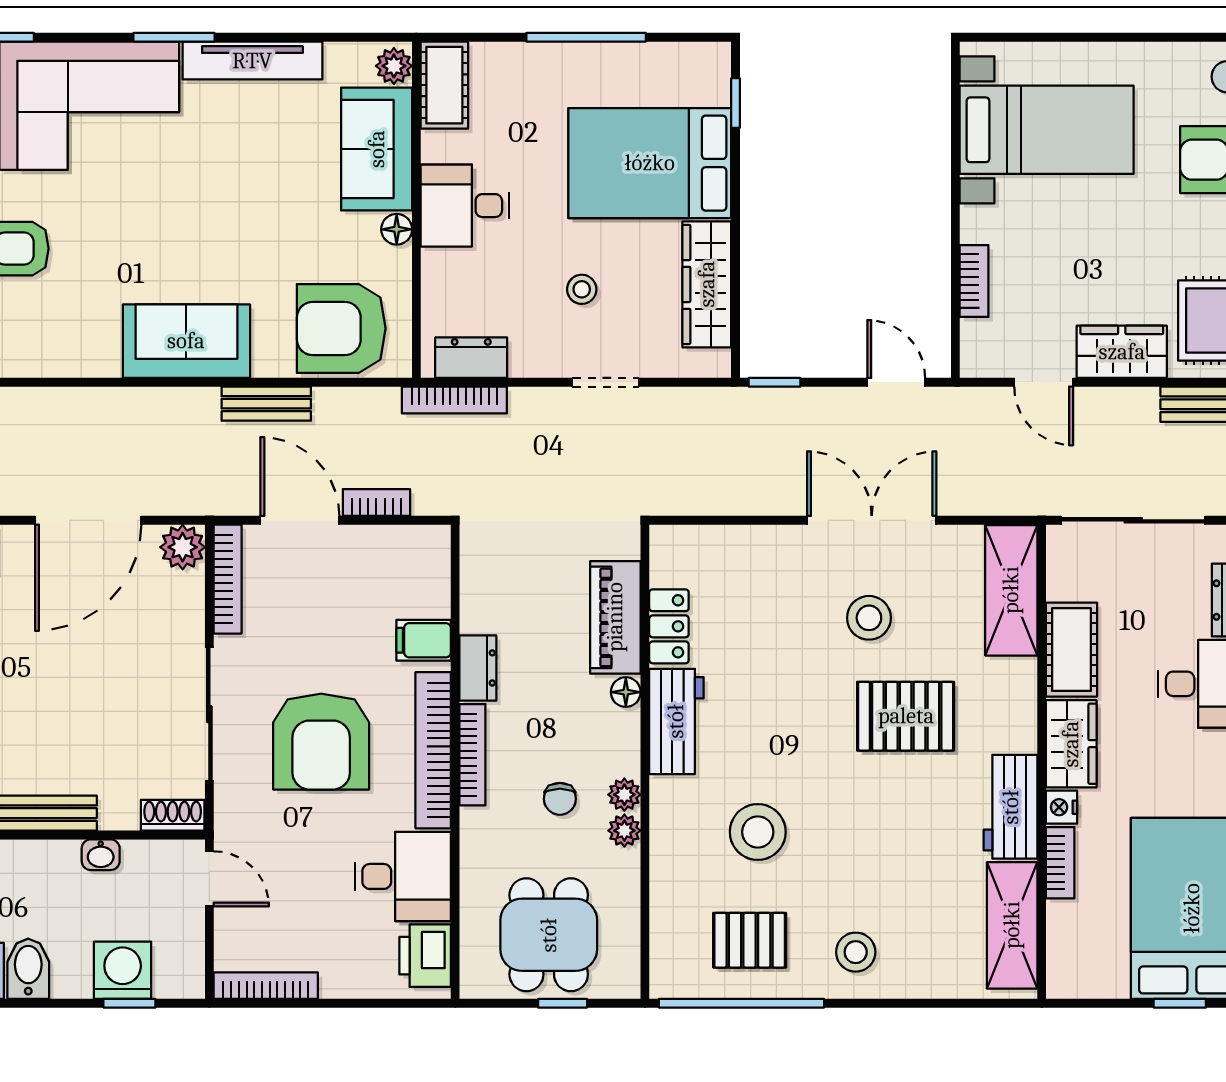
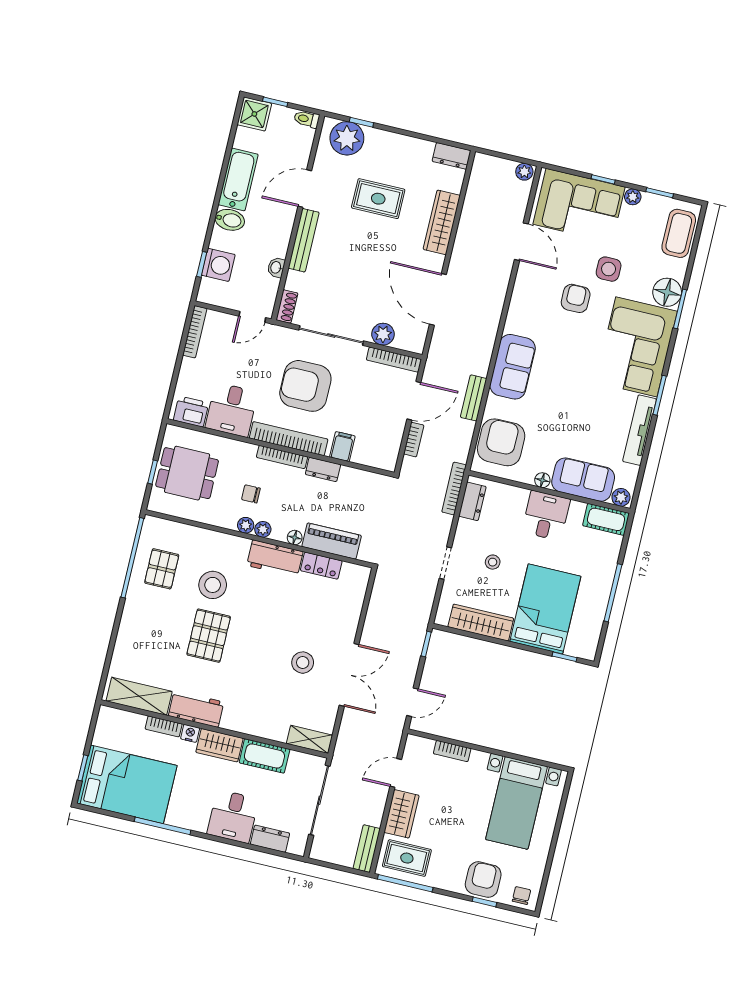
plant: (183, 547) -> (383, 334), moved
shelving: (1011, 590) -> (309, 739), width x0.67, depth x0.75
pallet: (906, 716) -> (209, 636), moved
plant: (624, 831) -> (263, 529), moved
stool: (856, 952) -> (144, 618), removed

